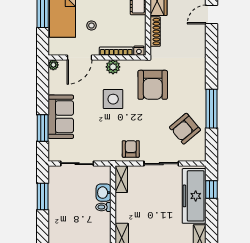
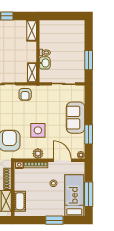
door: (79, 58) -> (62, 160), hinge flipped
window: (43, 128) -> (89, 134), moved

